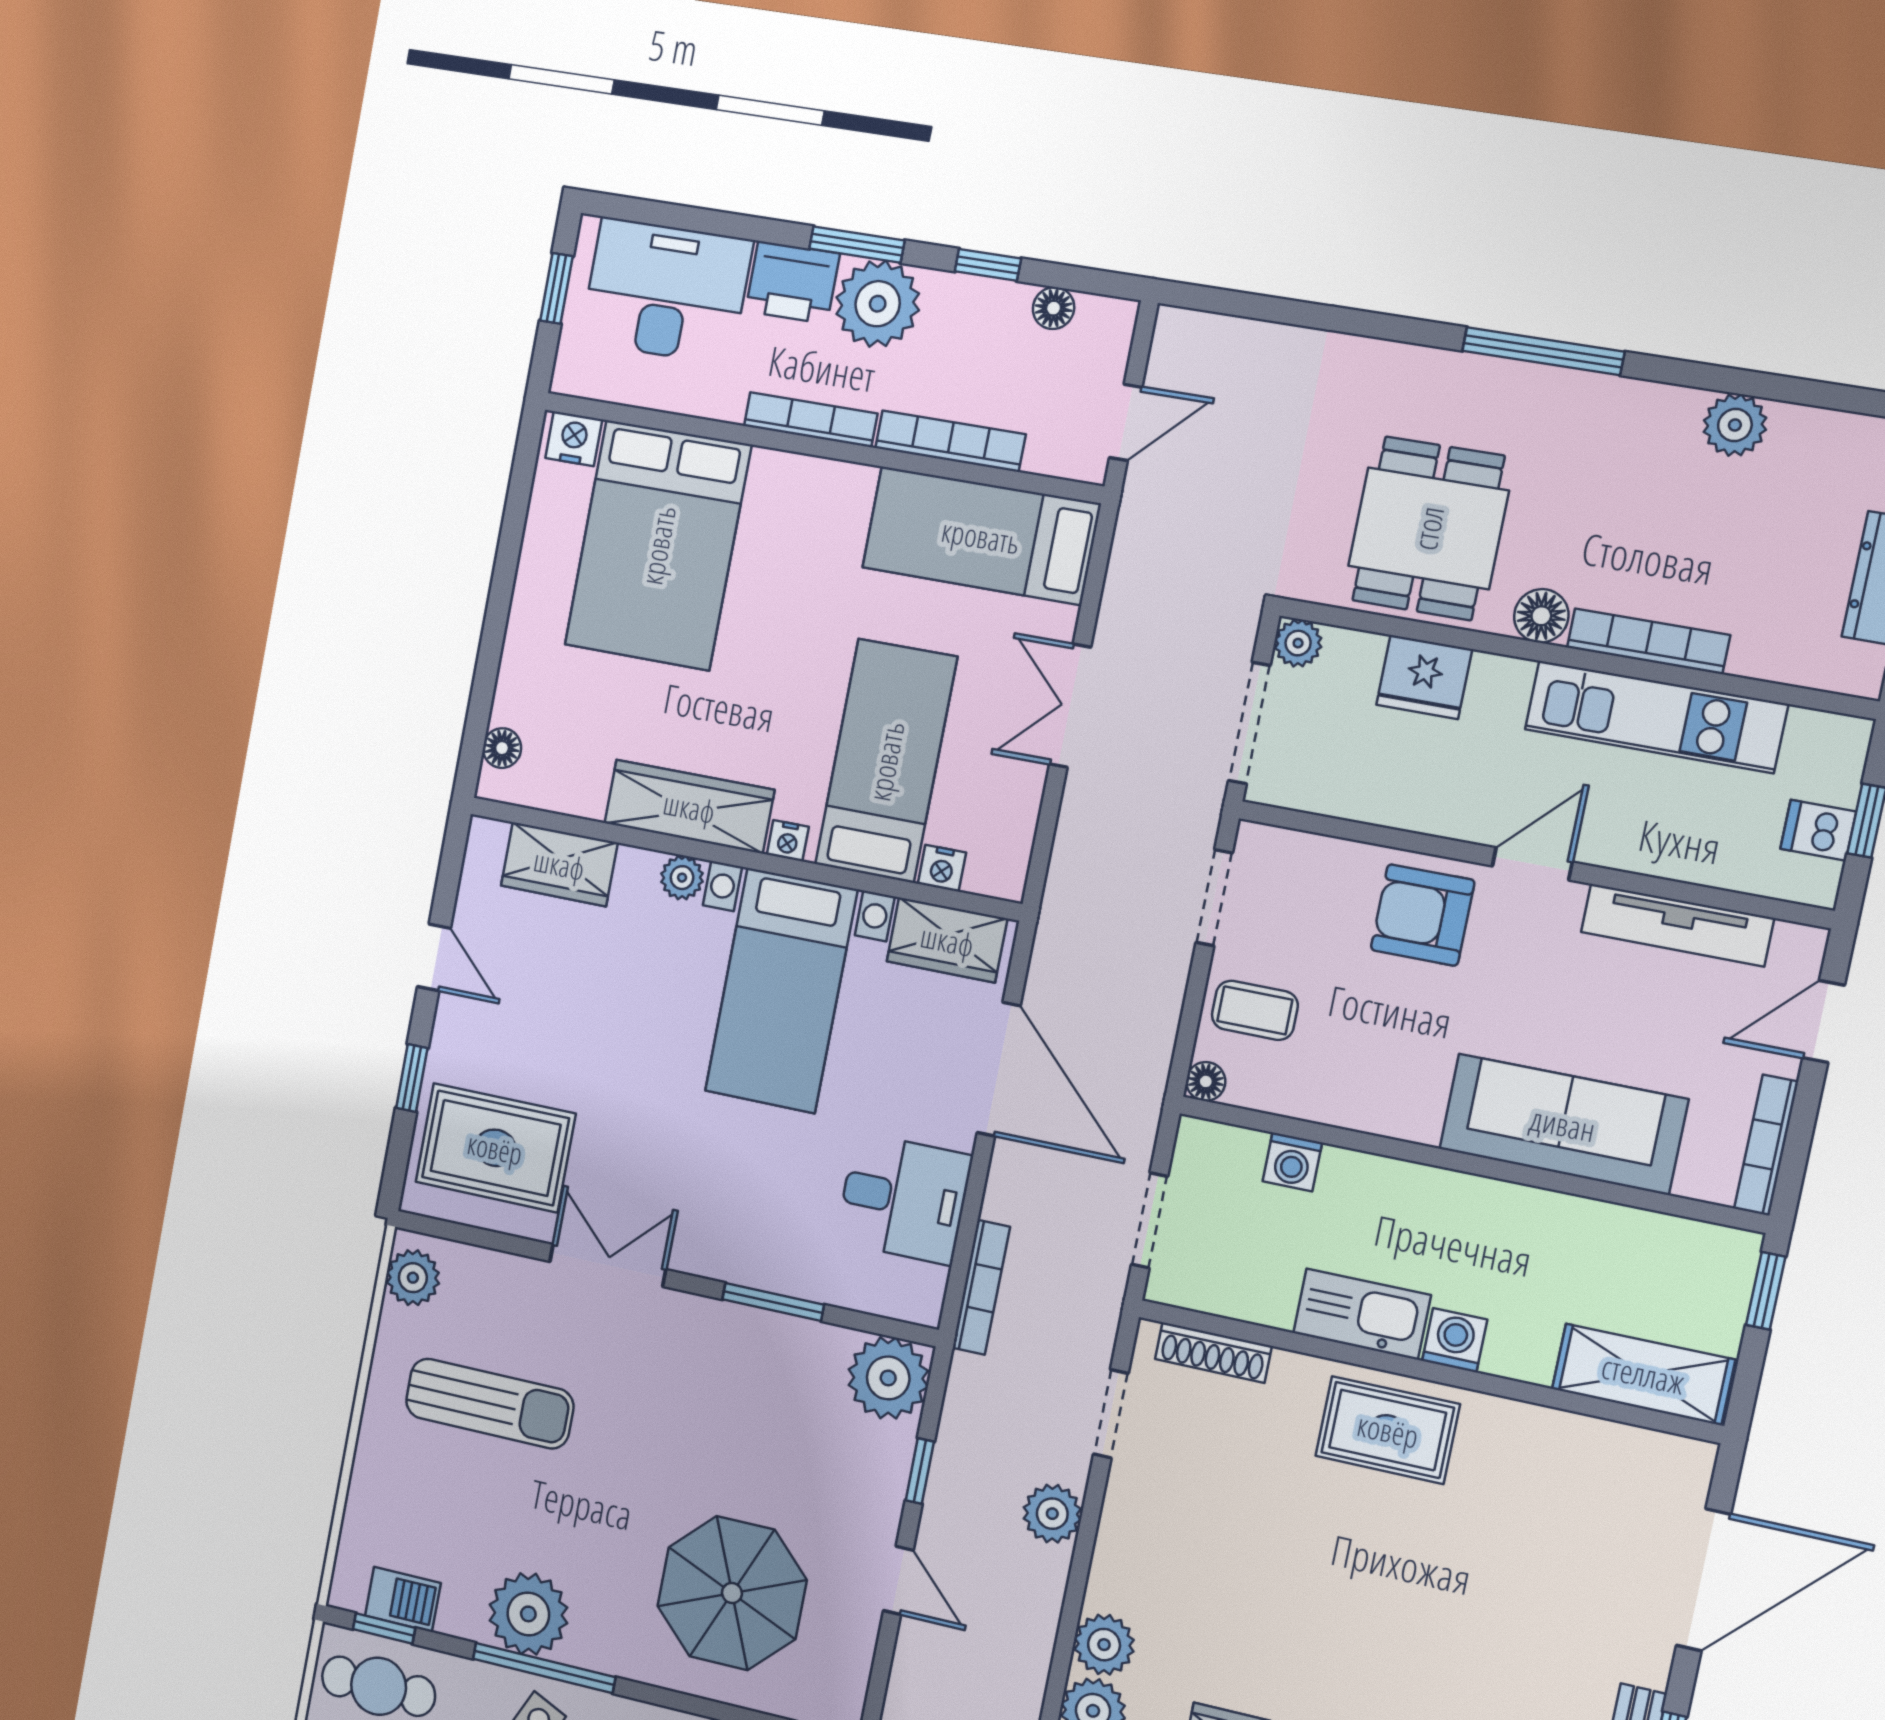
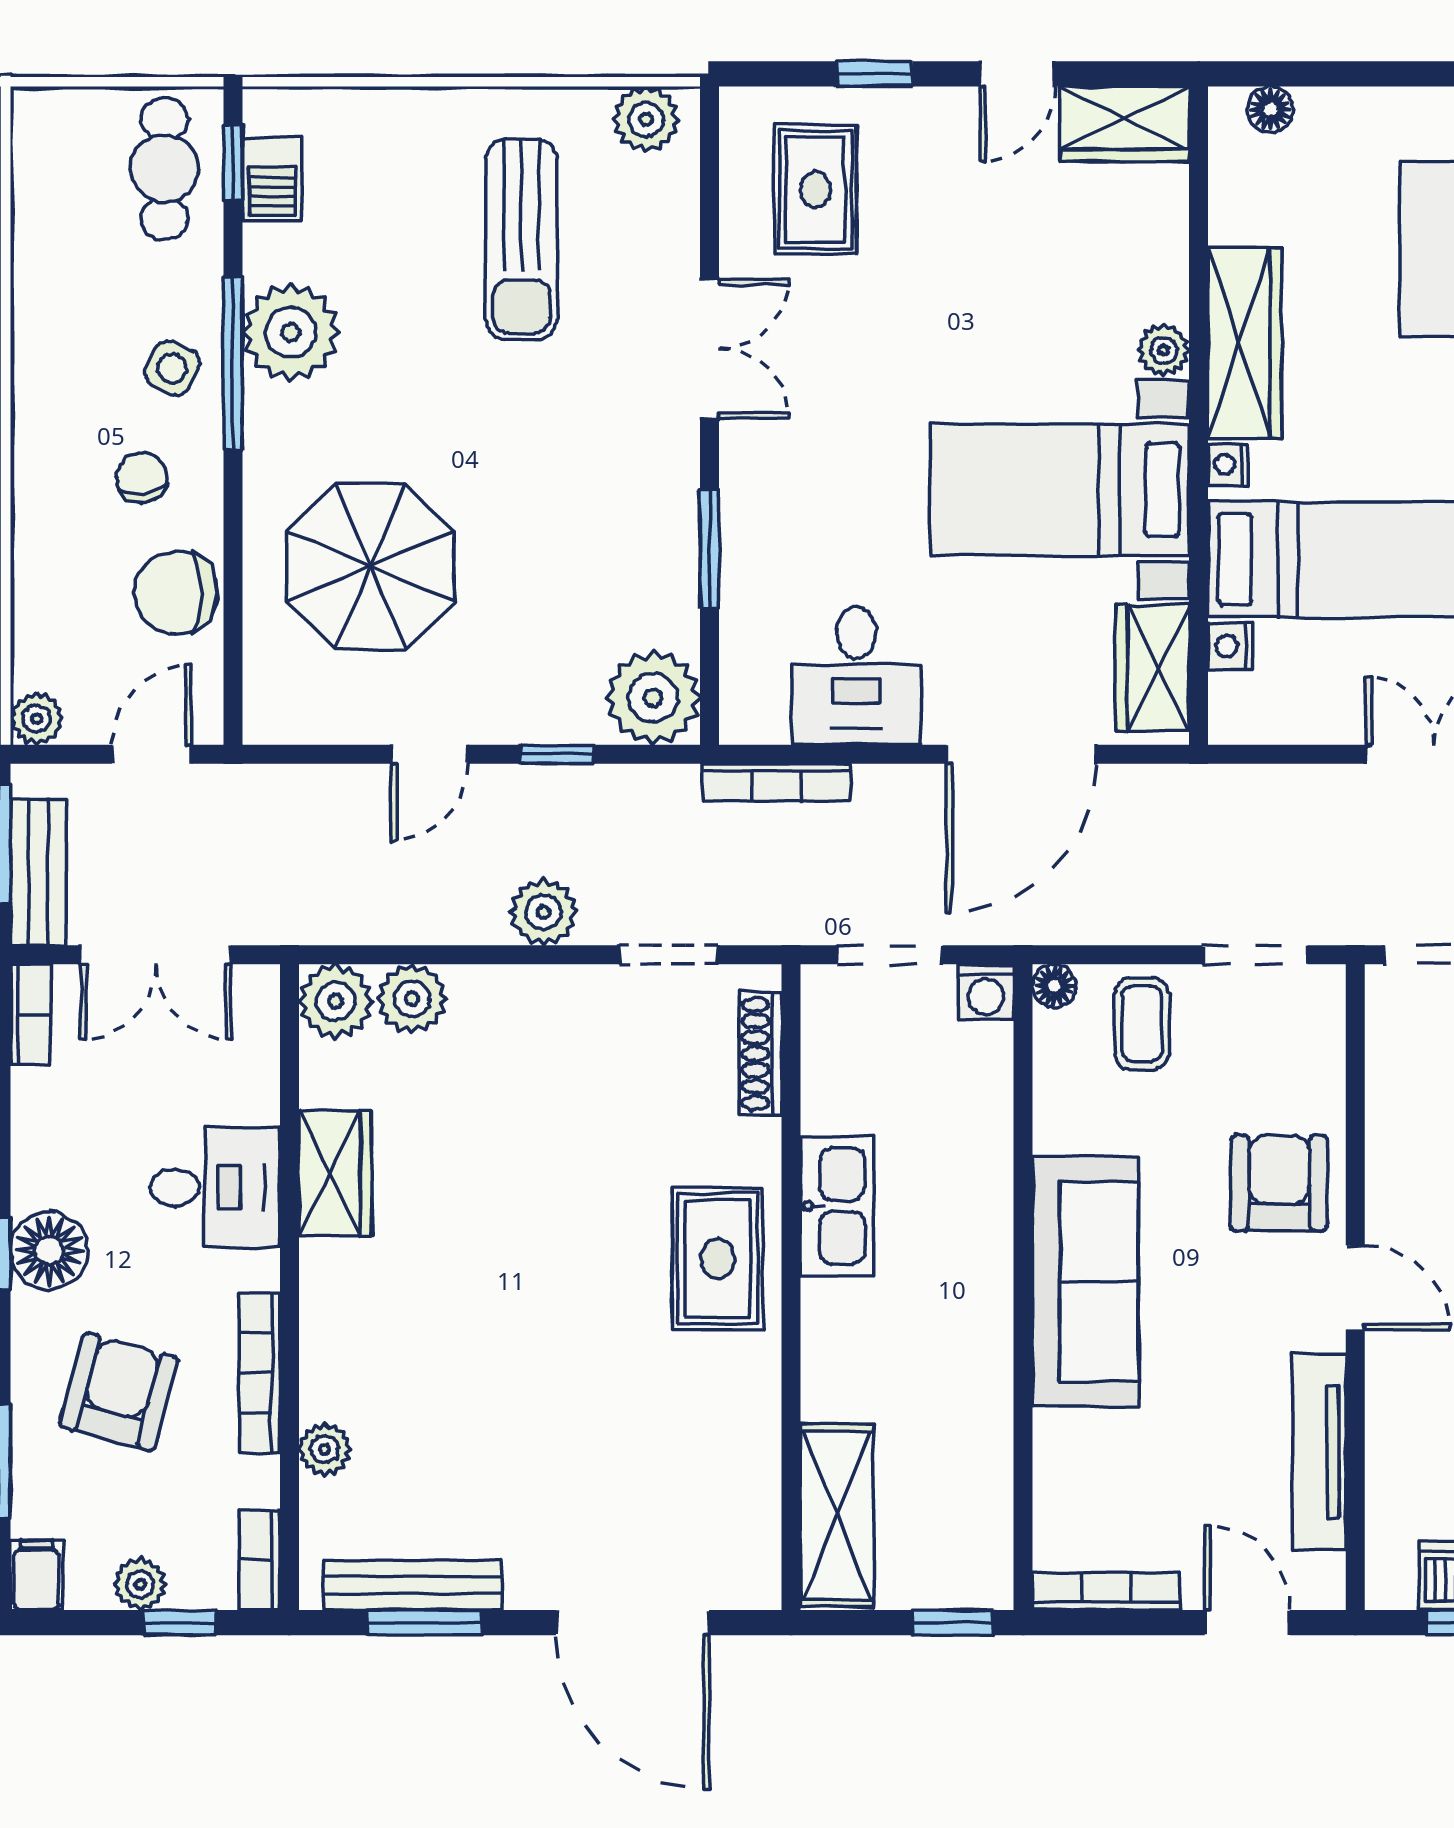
wardrobe: (559, 864) -> (1125, 124), moved, turned -90
sofa: (1563, 1124) -> (1085, 1282), moved
rug: (495, 1148) -> (815, 190), width x0.73, depth x0.70
washing machine: (1292, 1162) -> (986, 992), moved, turned -90
washing machine: (1455, 1340) -> (830, 1310), removed

